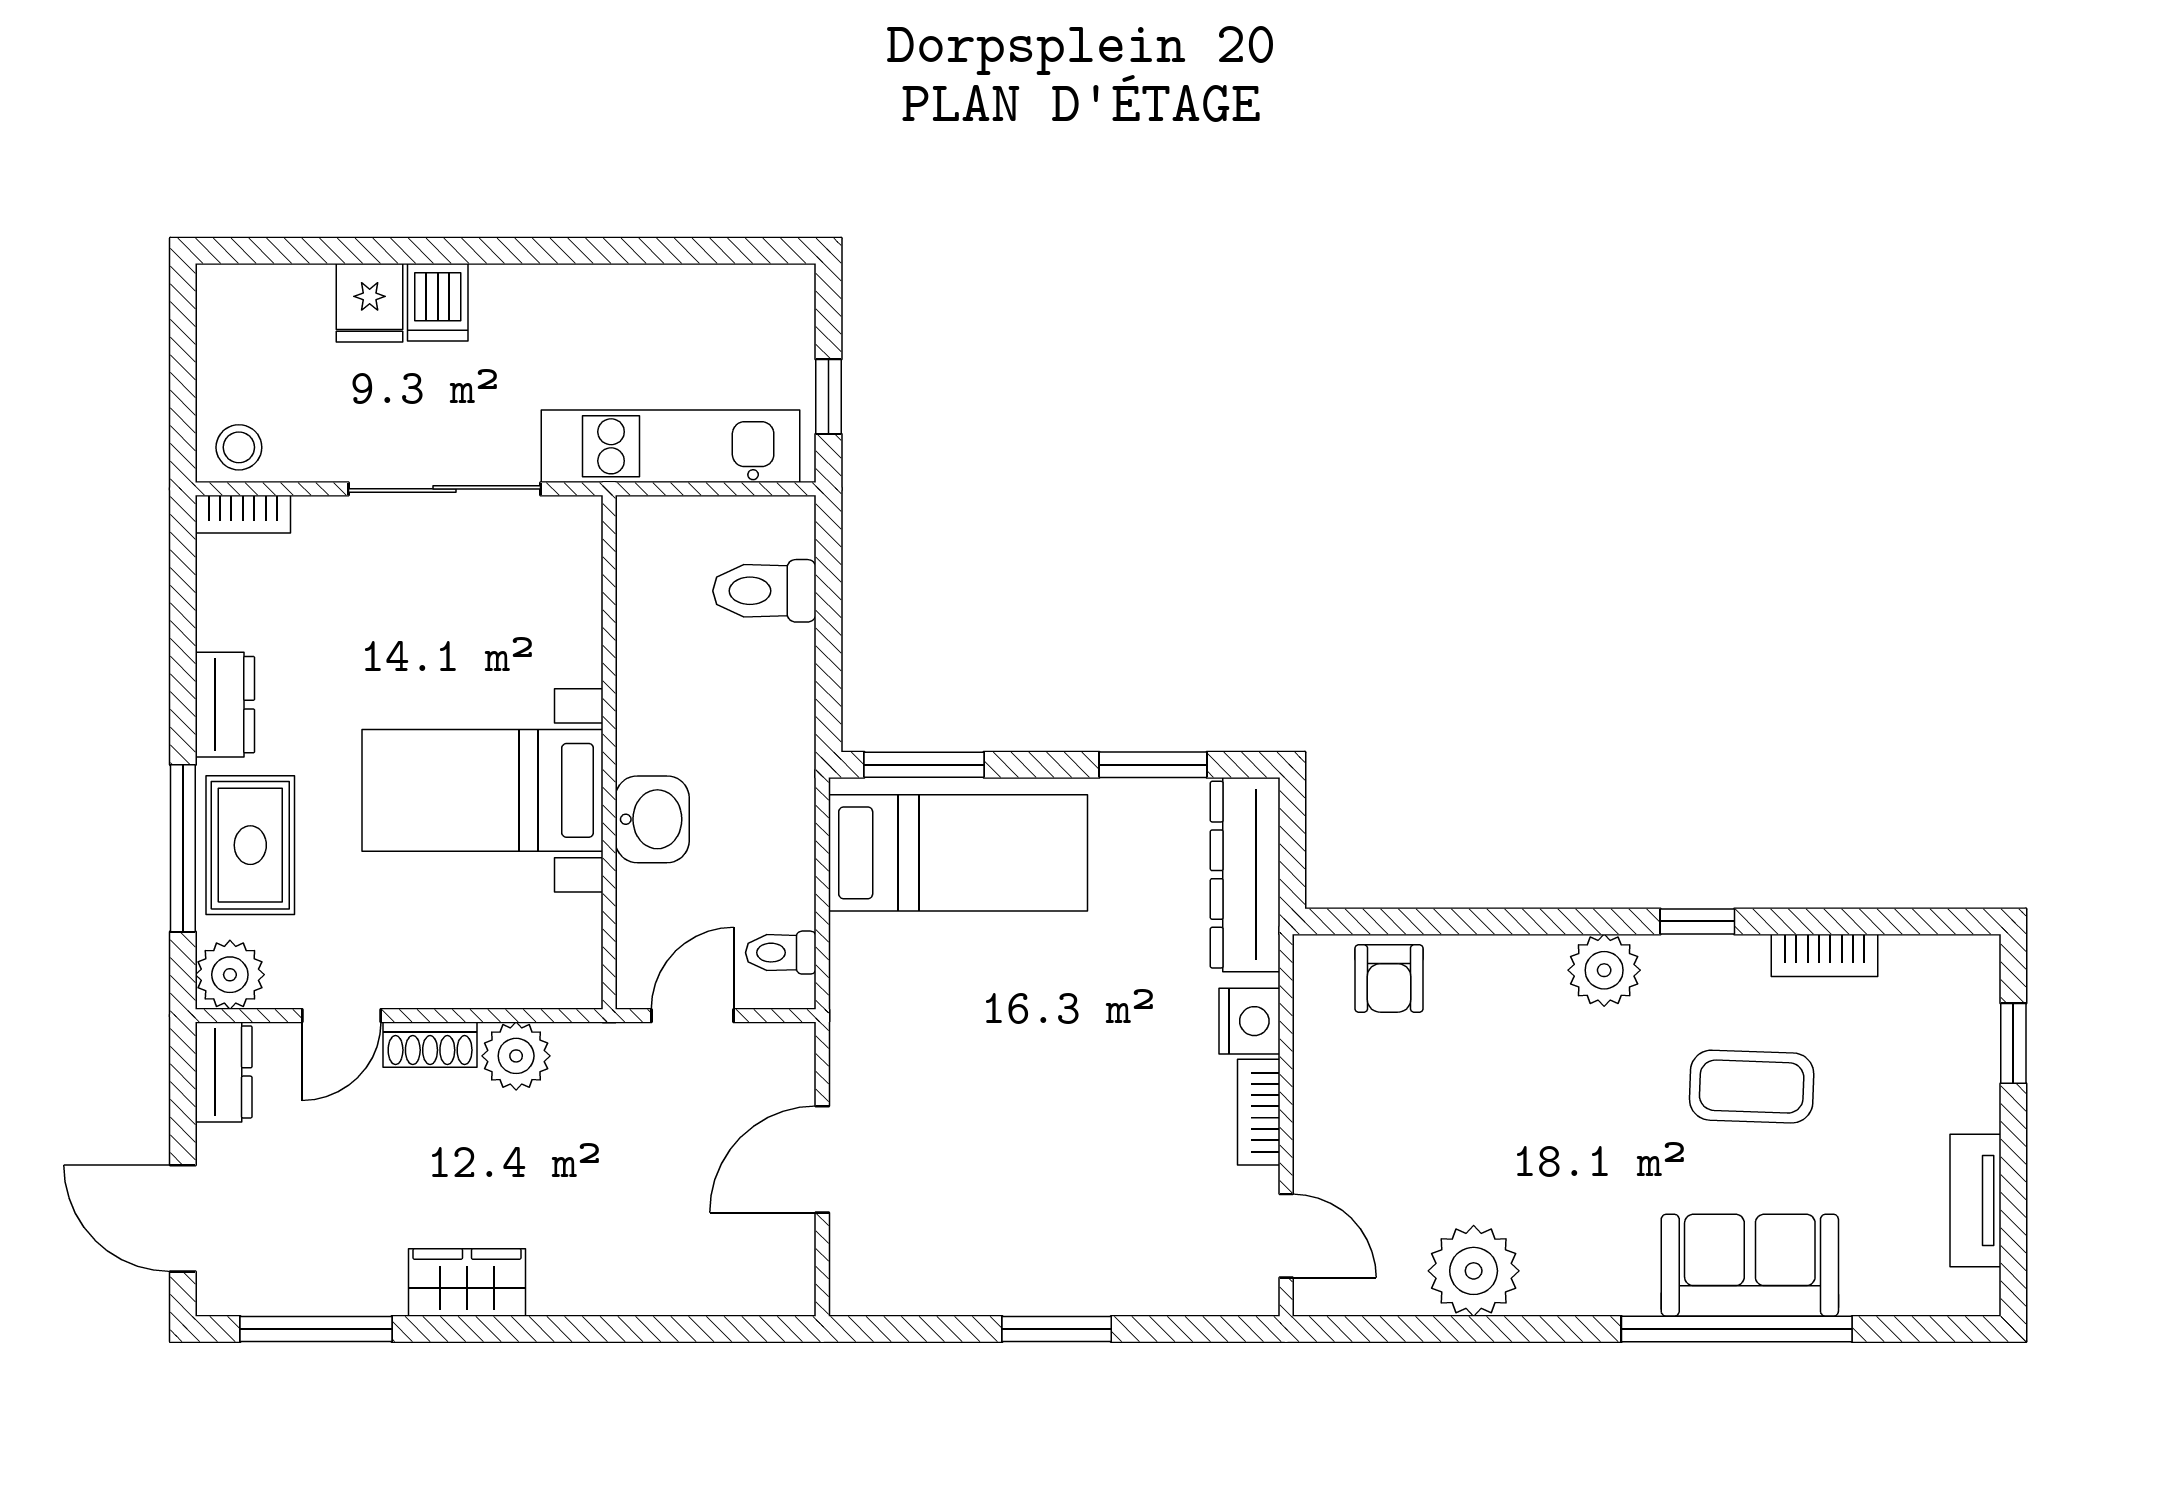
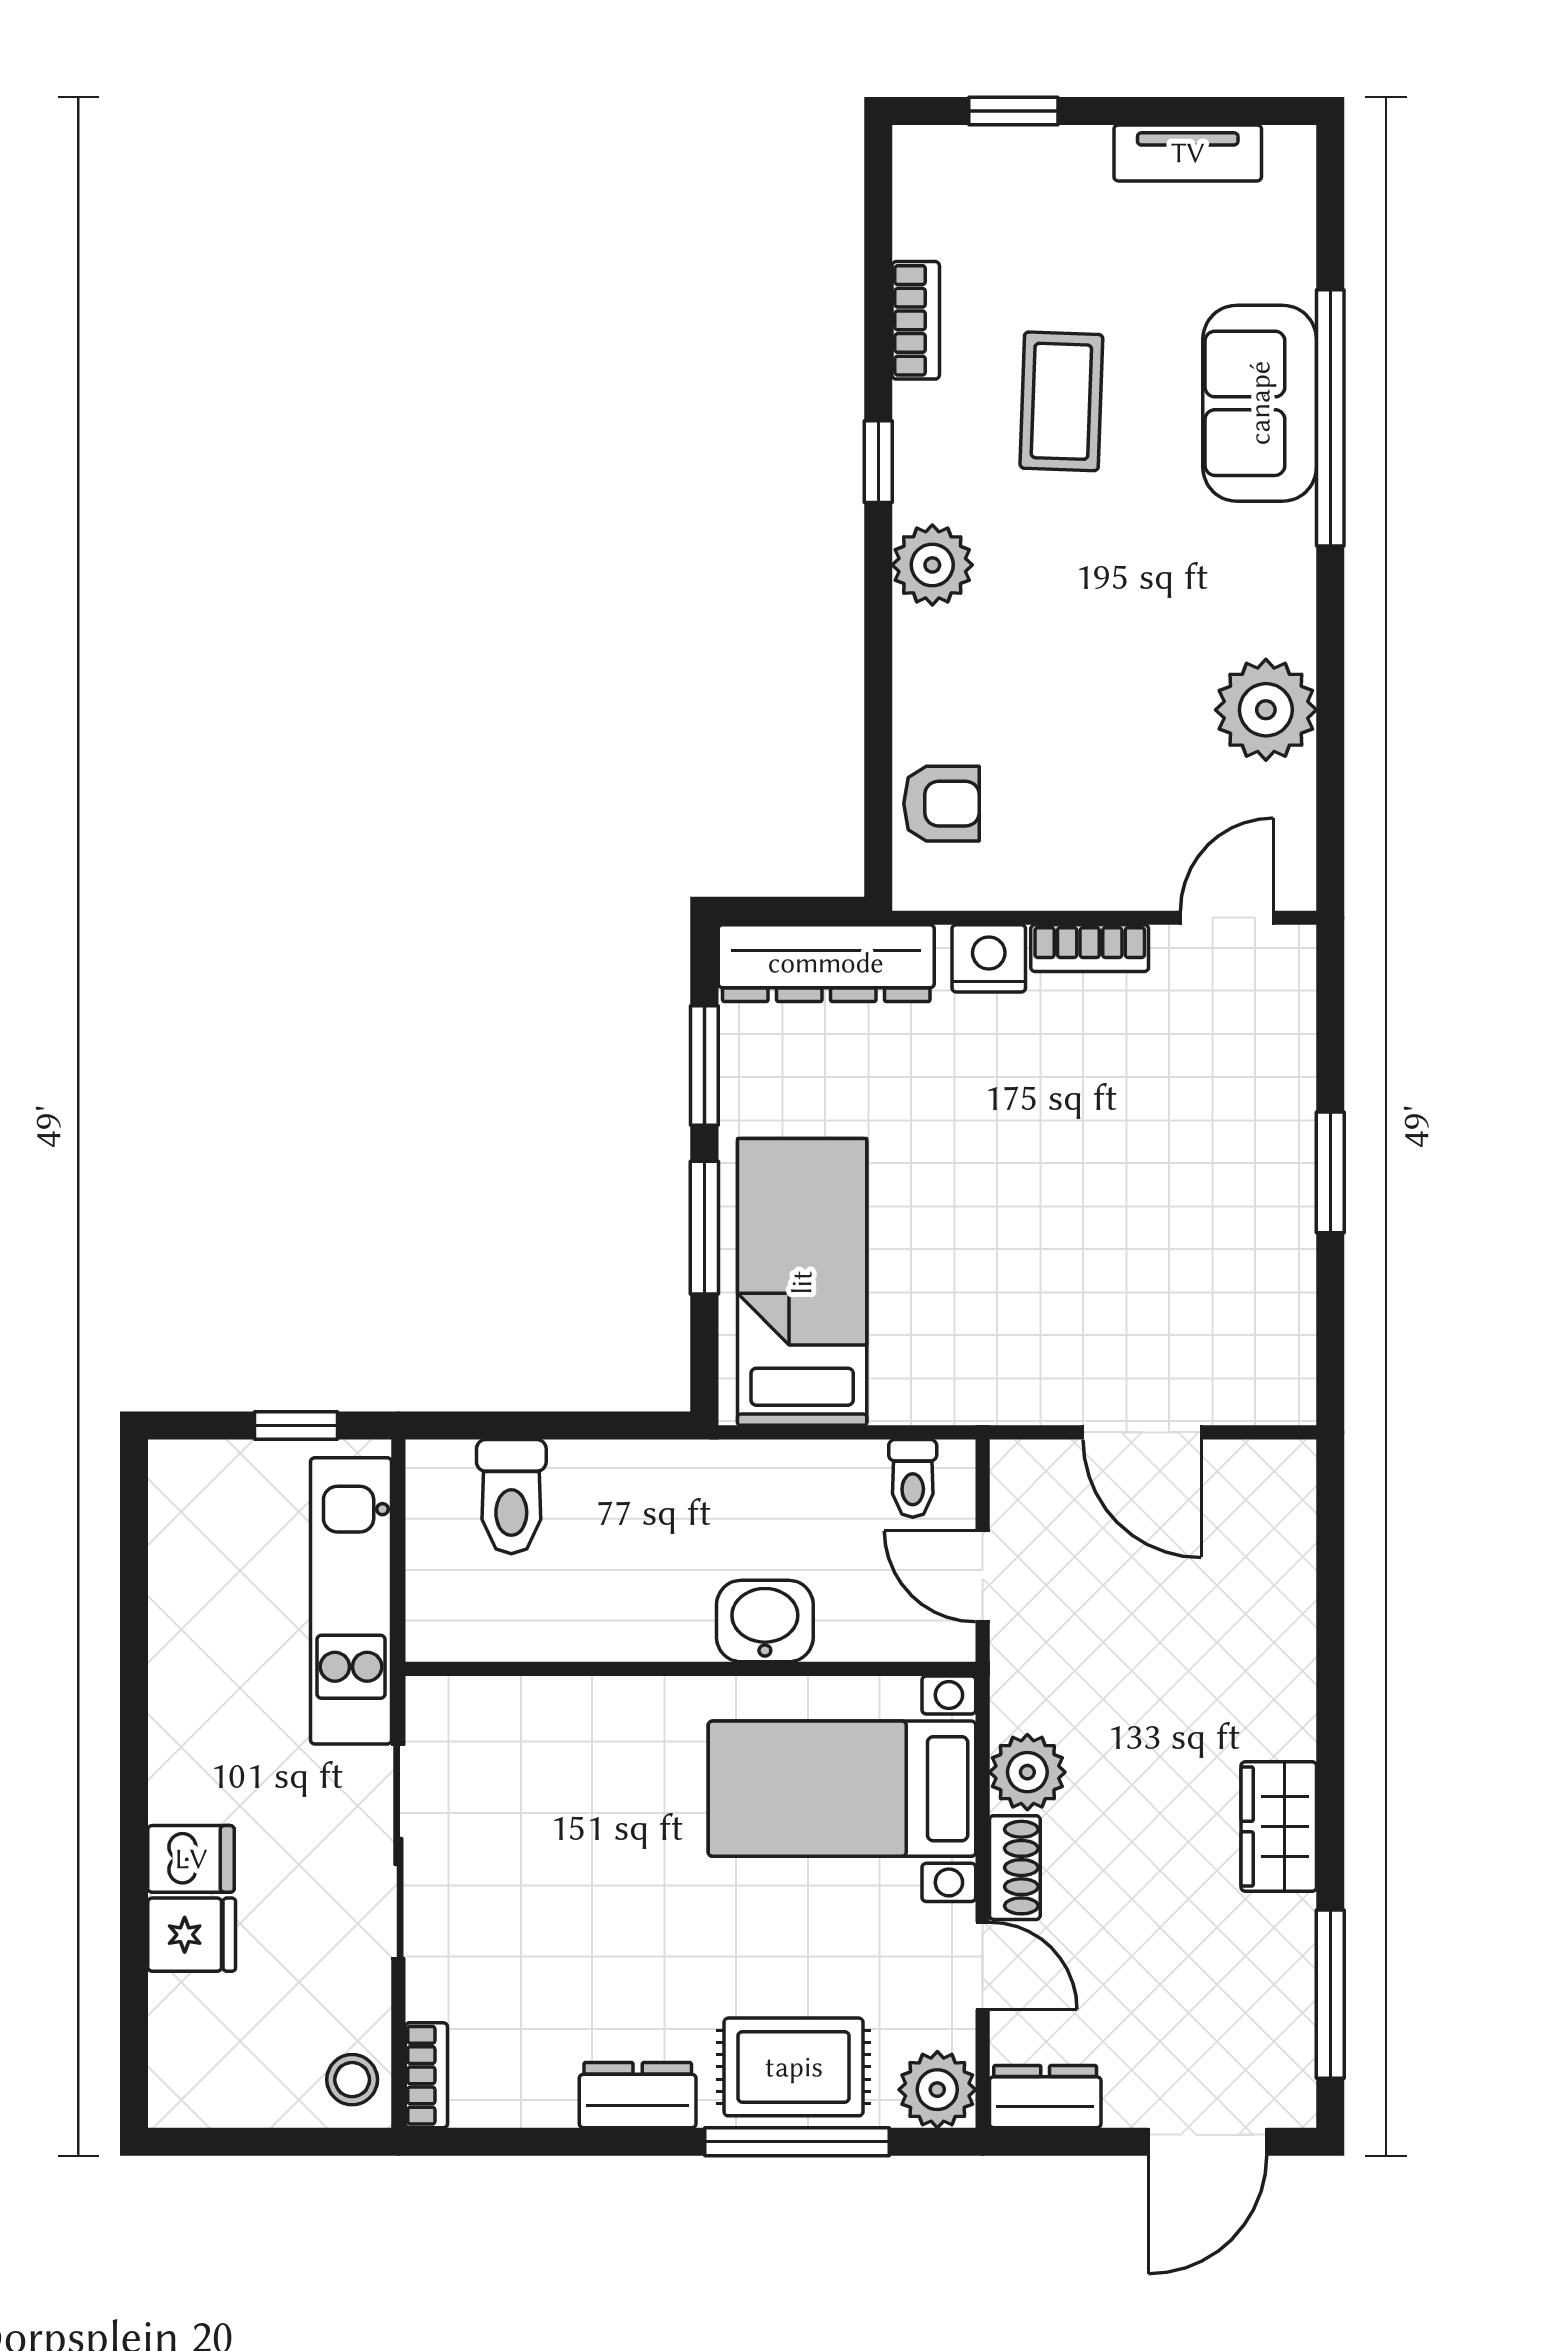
window: (924, 765) -> (704, 1228), moved
bed with nightstands: (482, 790) -> (842, 1789), moved, turned 90

